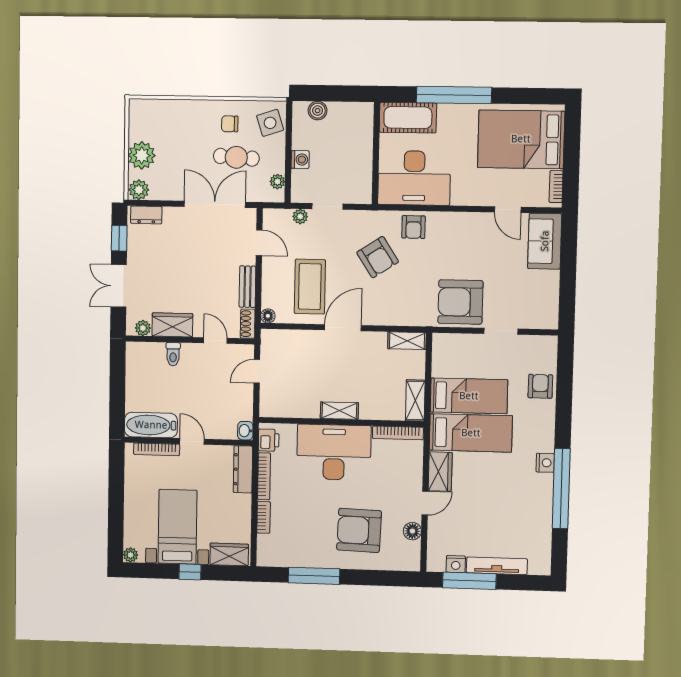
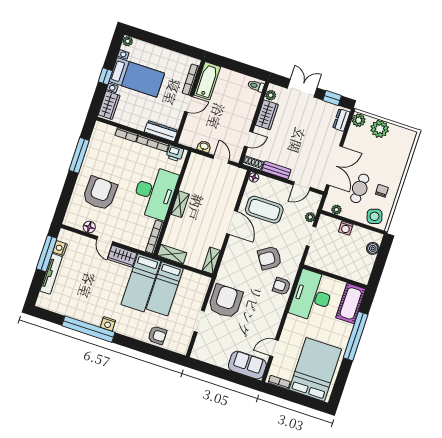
toilet: (173, 354) -> (256, 86), moved
washbasin: (245, 431) -> (204, 146), moved

